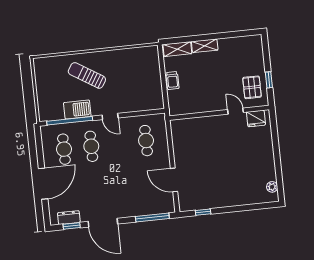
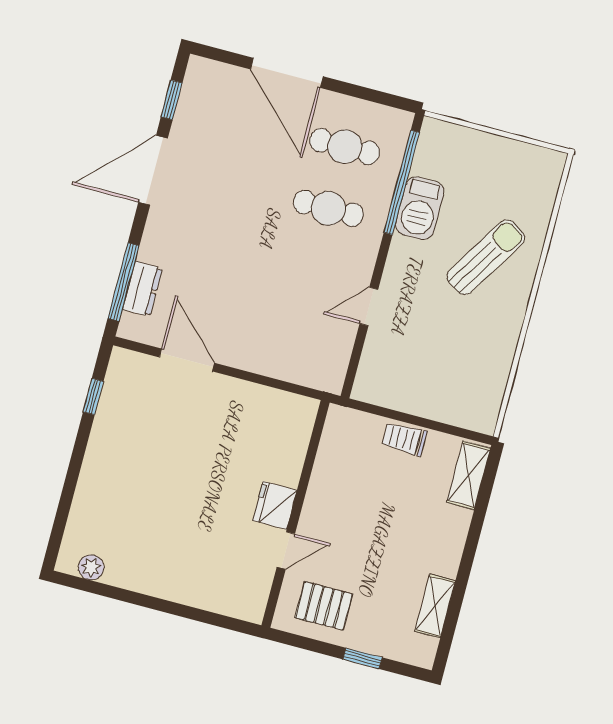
shelving: (205, 46) -> (435, 606), moved
window: (269, 80) -> (362, 658), moved
door: (110, 117) -> (369, 307), moved
fridge: (256, 118) -> (275, 505), moved
cafe table: (146, 141) -> (296, 332), removed
door: (174, 180) -> (187, 360), hinge flipped
dresser: (69, 218) -> (143, 289), moved

